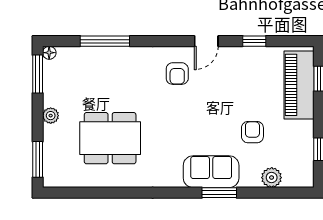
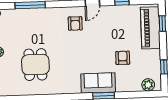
dining table: (110, 138) -> (35, 65), width x0.73
plant: (272, 178) -> (148, 85), moved

